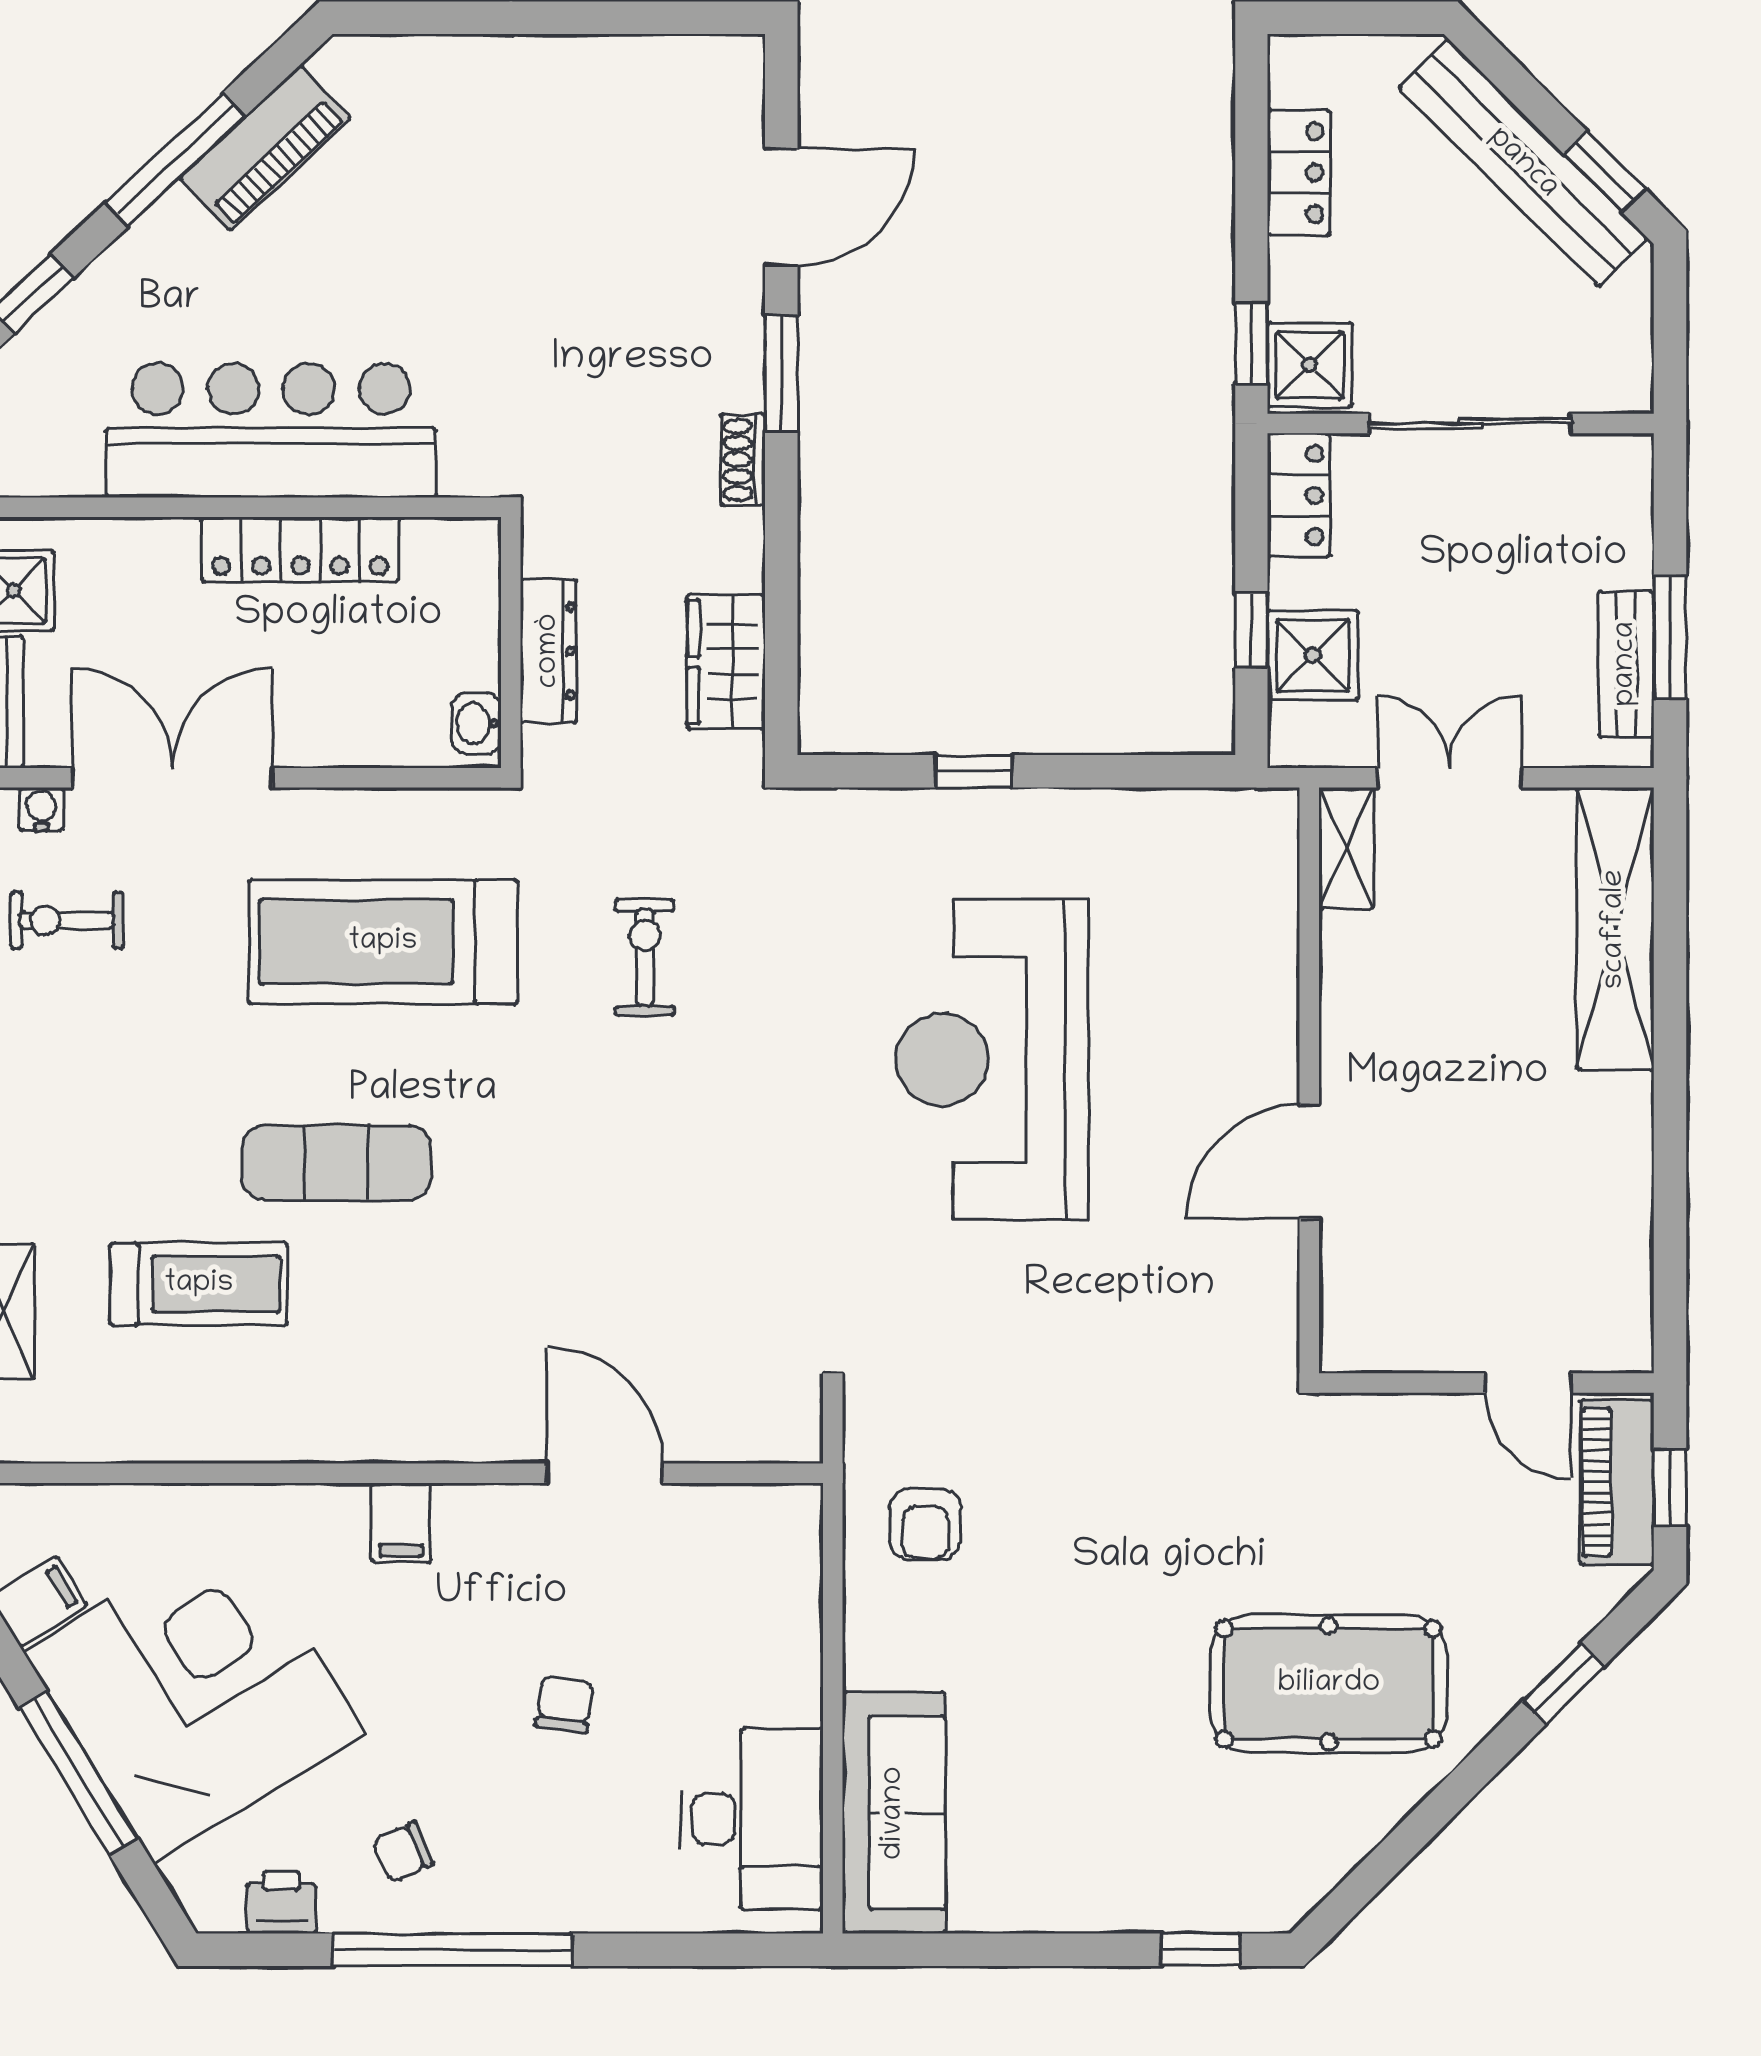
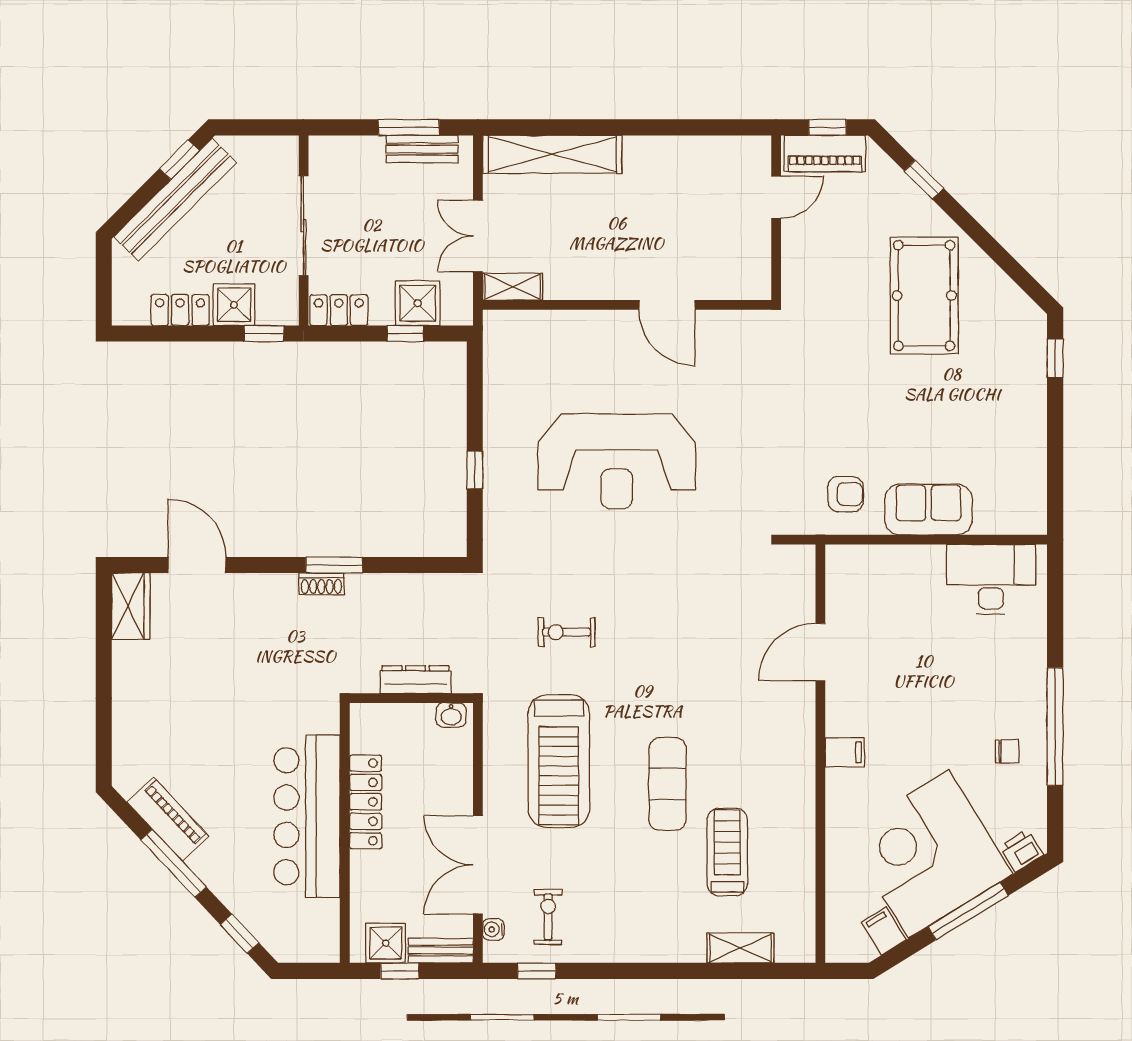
shower: (1310, 365) -> (234, 305), moved
window: (781, 374) -> (334, 565), moved
wardrobe: (726, 662) -> (131, 606), moved, turned -90
exercise bike: (67, 920) -> (548, 917), turned 180
chair: (564, 1704) -> (934, 672), removed
sofa: (894, 1813) -> (928, 510), moved, width x0.73
chair: (403, 1852) -> (1007, 751), turned -66
printer: (281, 1902) -> (1022, 851), moved, turned 58

